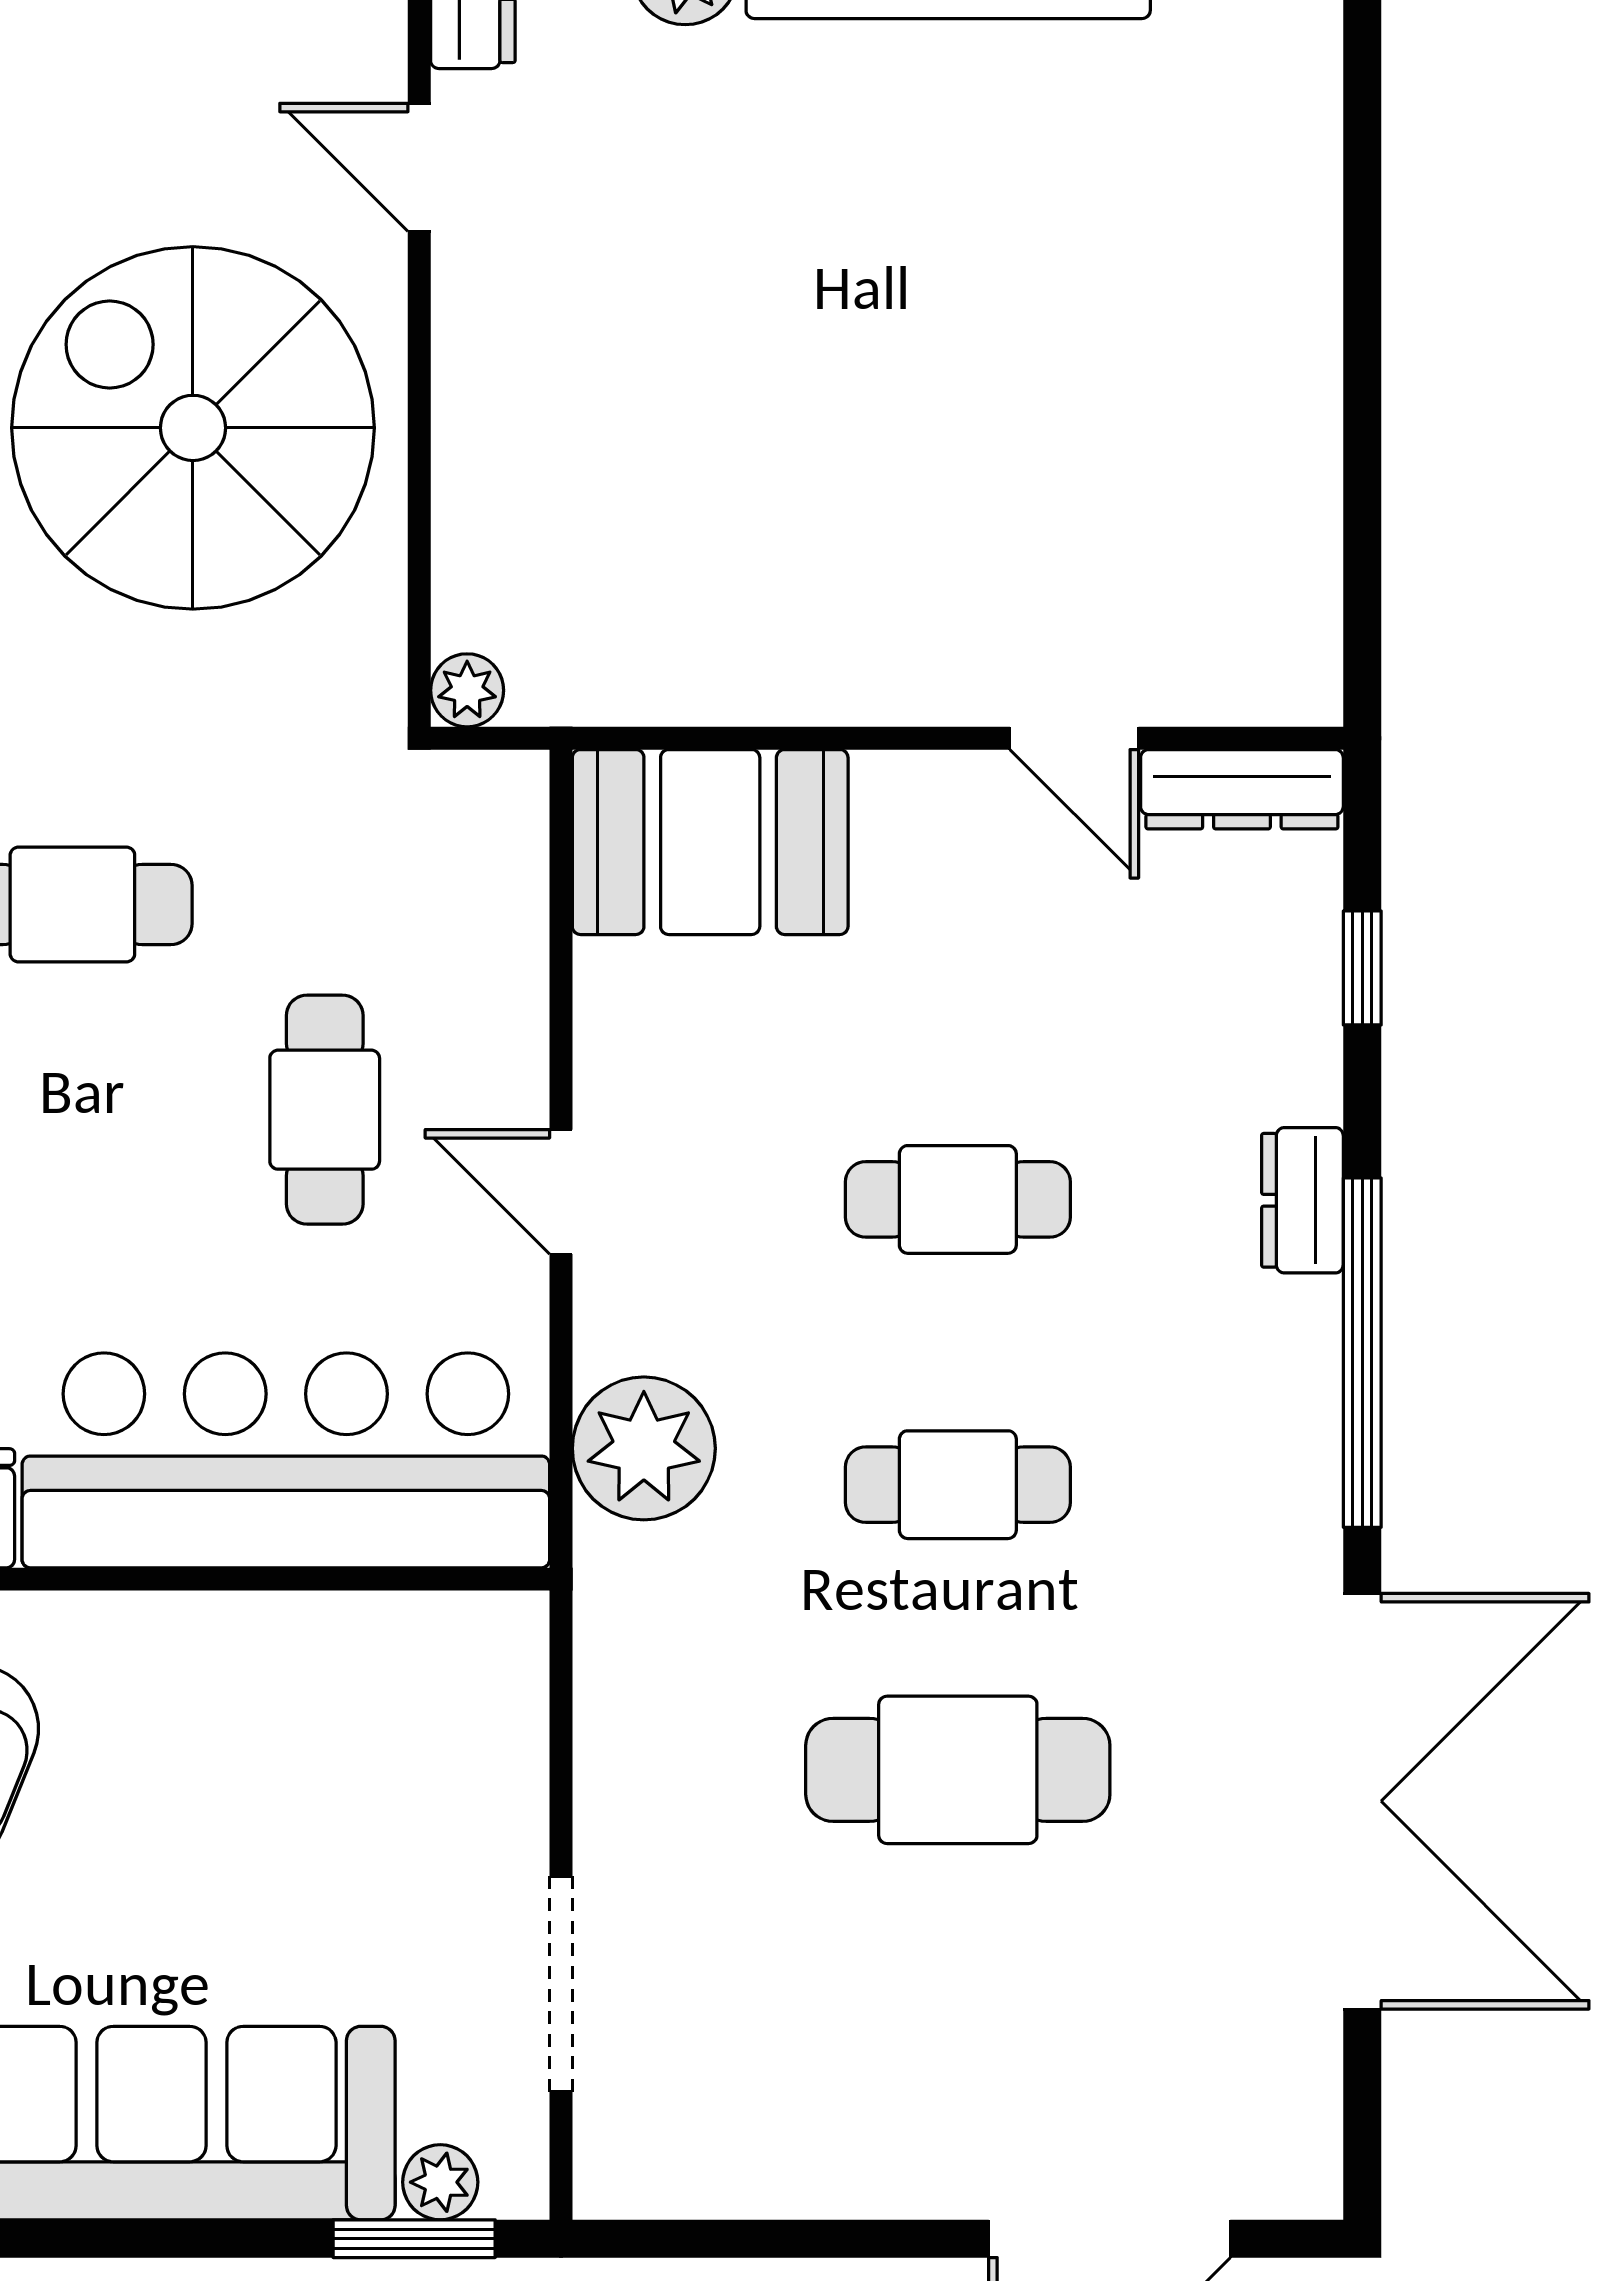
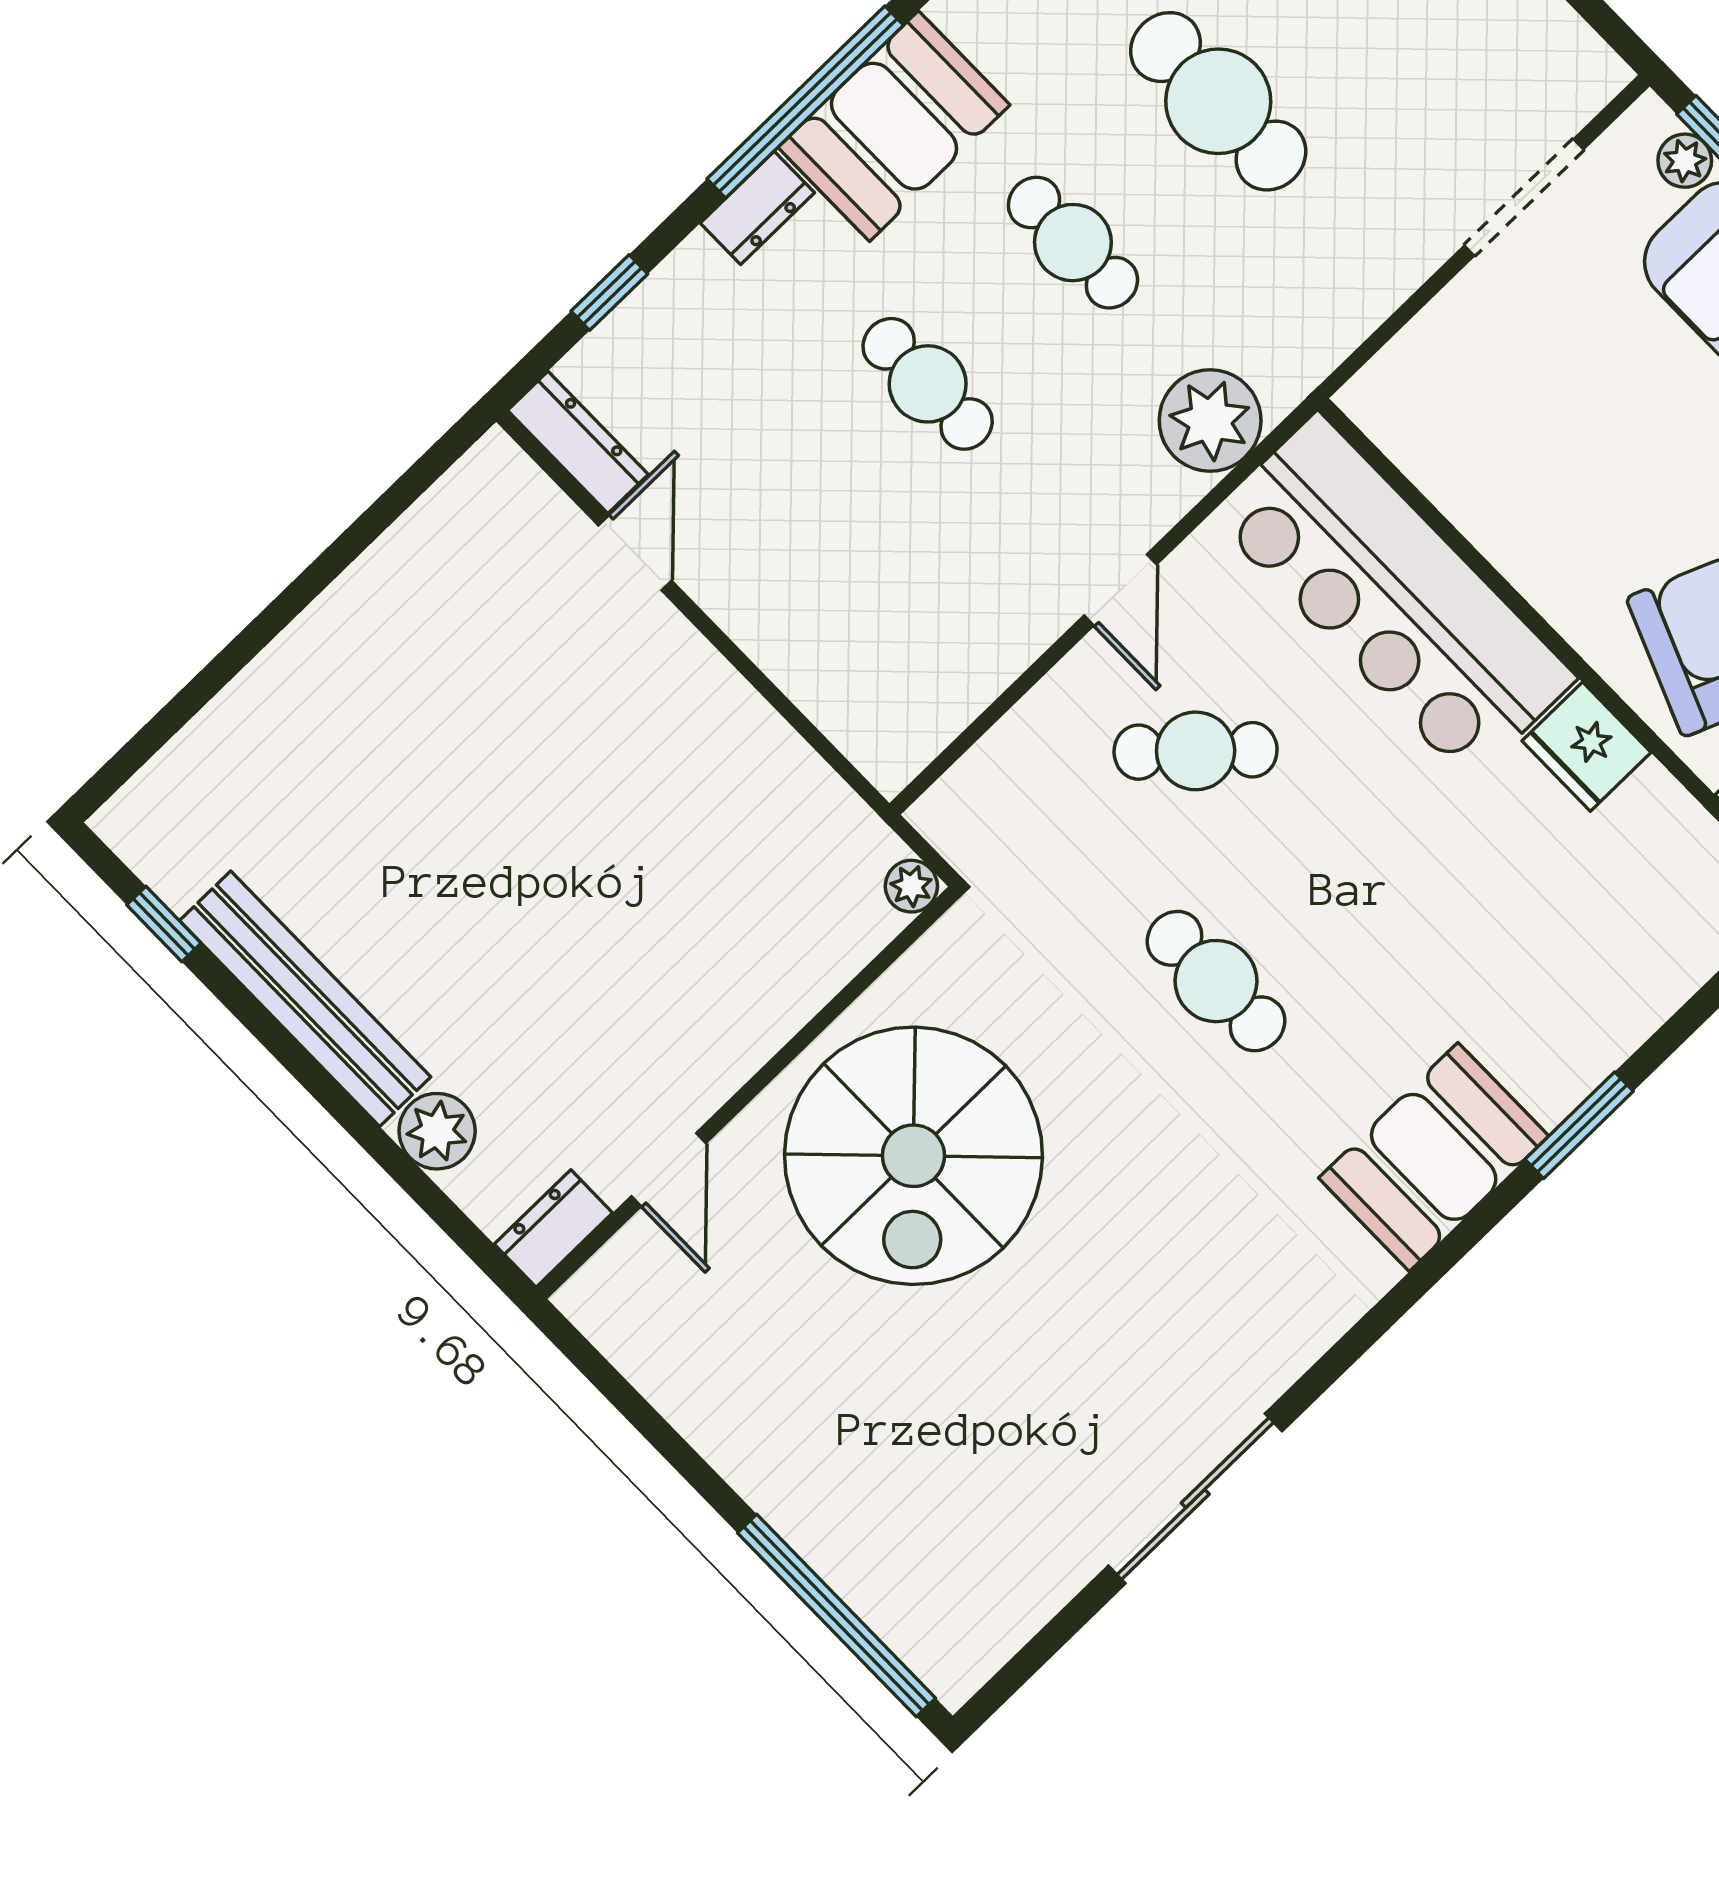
booth: (710, 842) -> (894, 126), moved, turned 90
cafe table: (325, 1110) -> (1196, 751), turned 43

